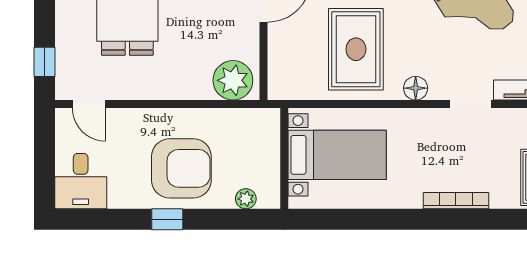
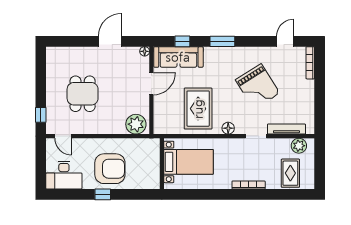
desk: (81, 181) -> (64, 175), width x1.37
plant: (246, 199) -> (142, 184), removed

